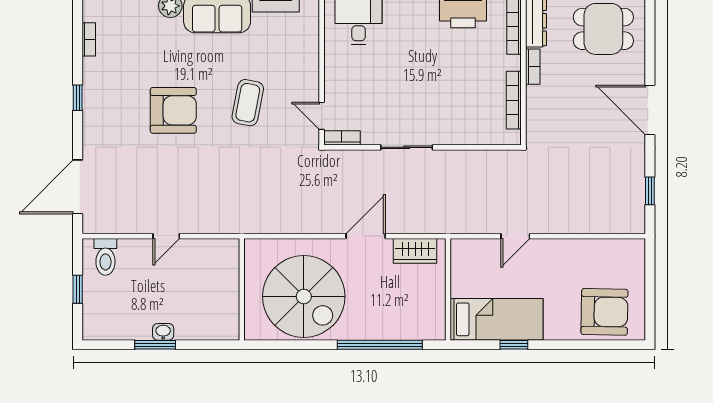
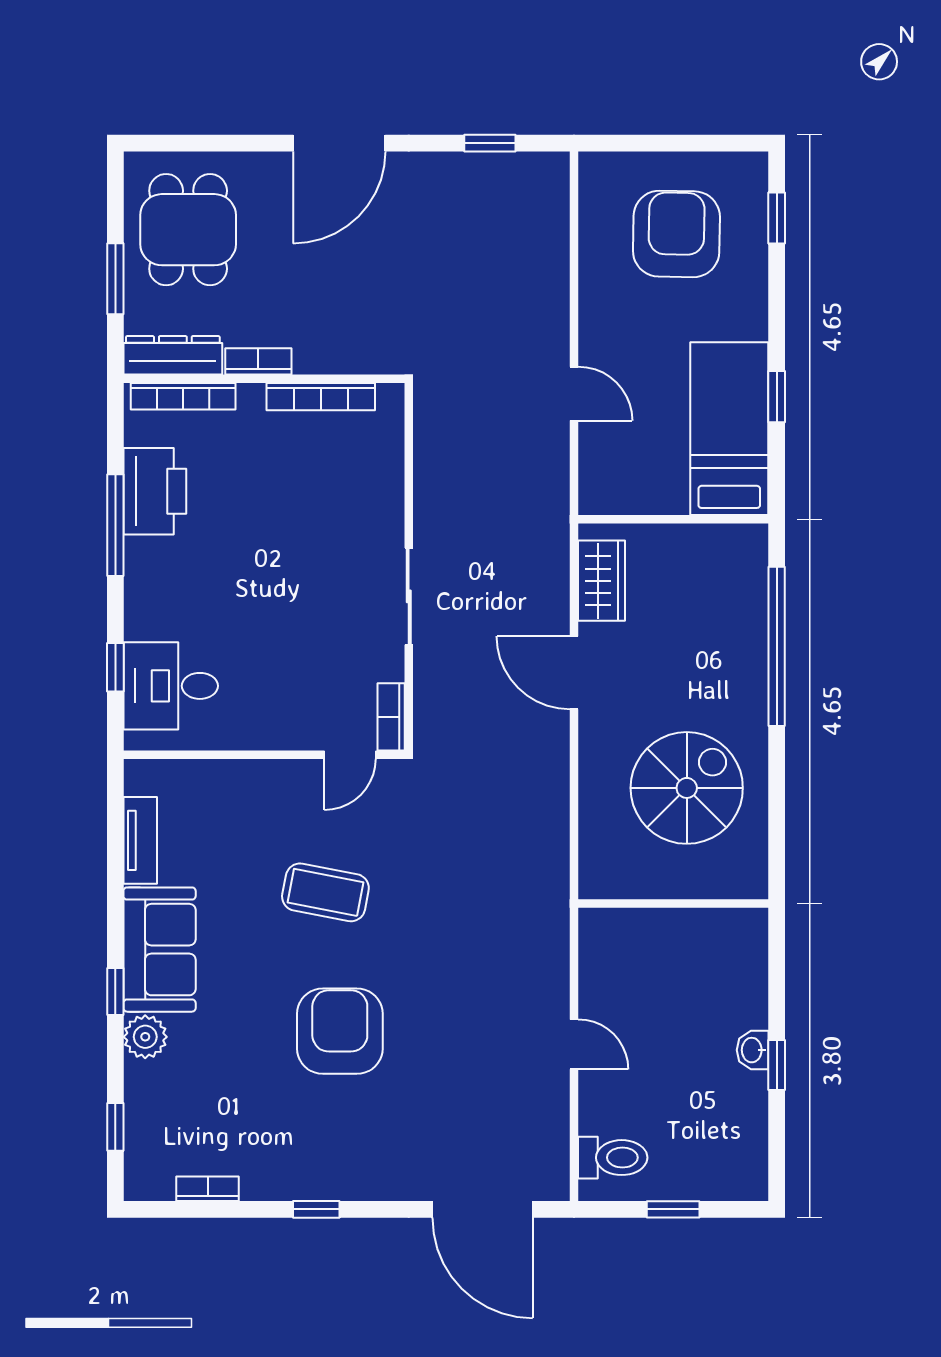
spiral stairs: (304, 296) -> (687, 788), width x0.73, depth x0.73
armchair: (604, 312) -> (676, 234), moved
window: (155, 345) -> (777, 1065), width x0.67
window: (610, 345) -> (777, 218), added

